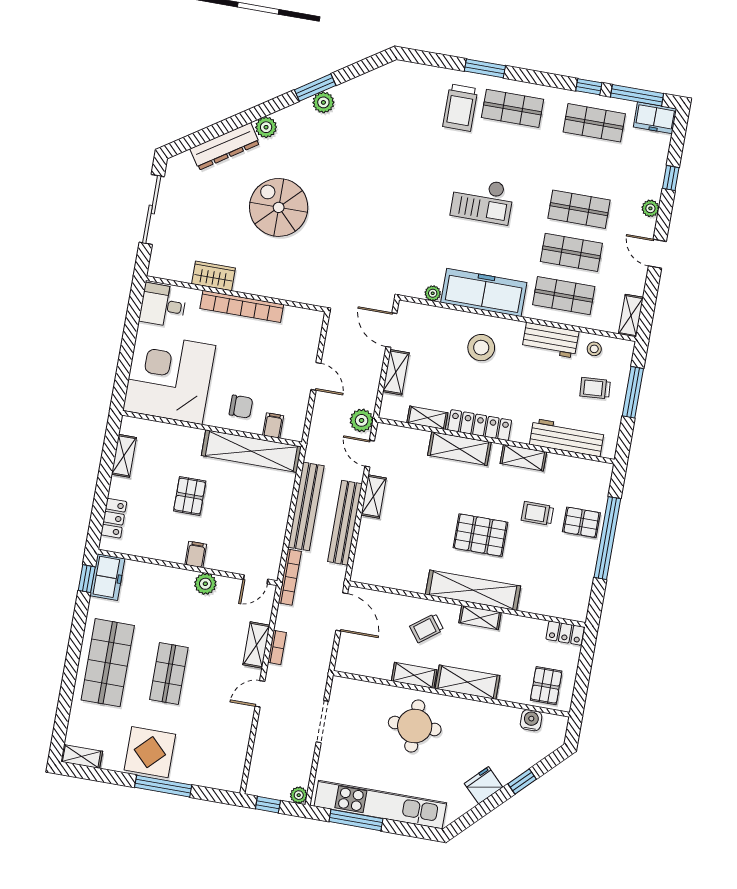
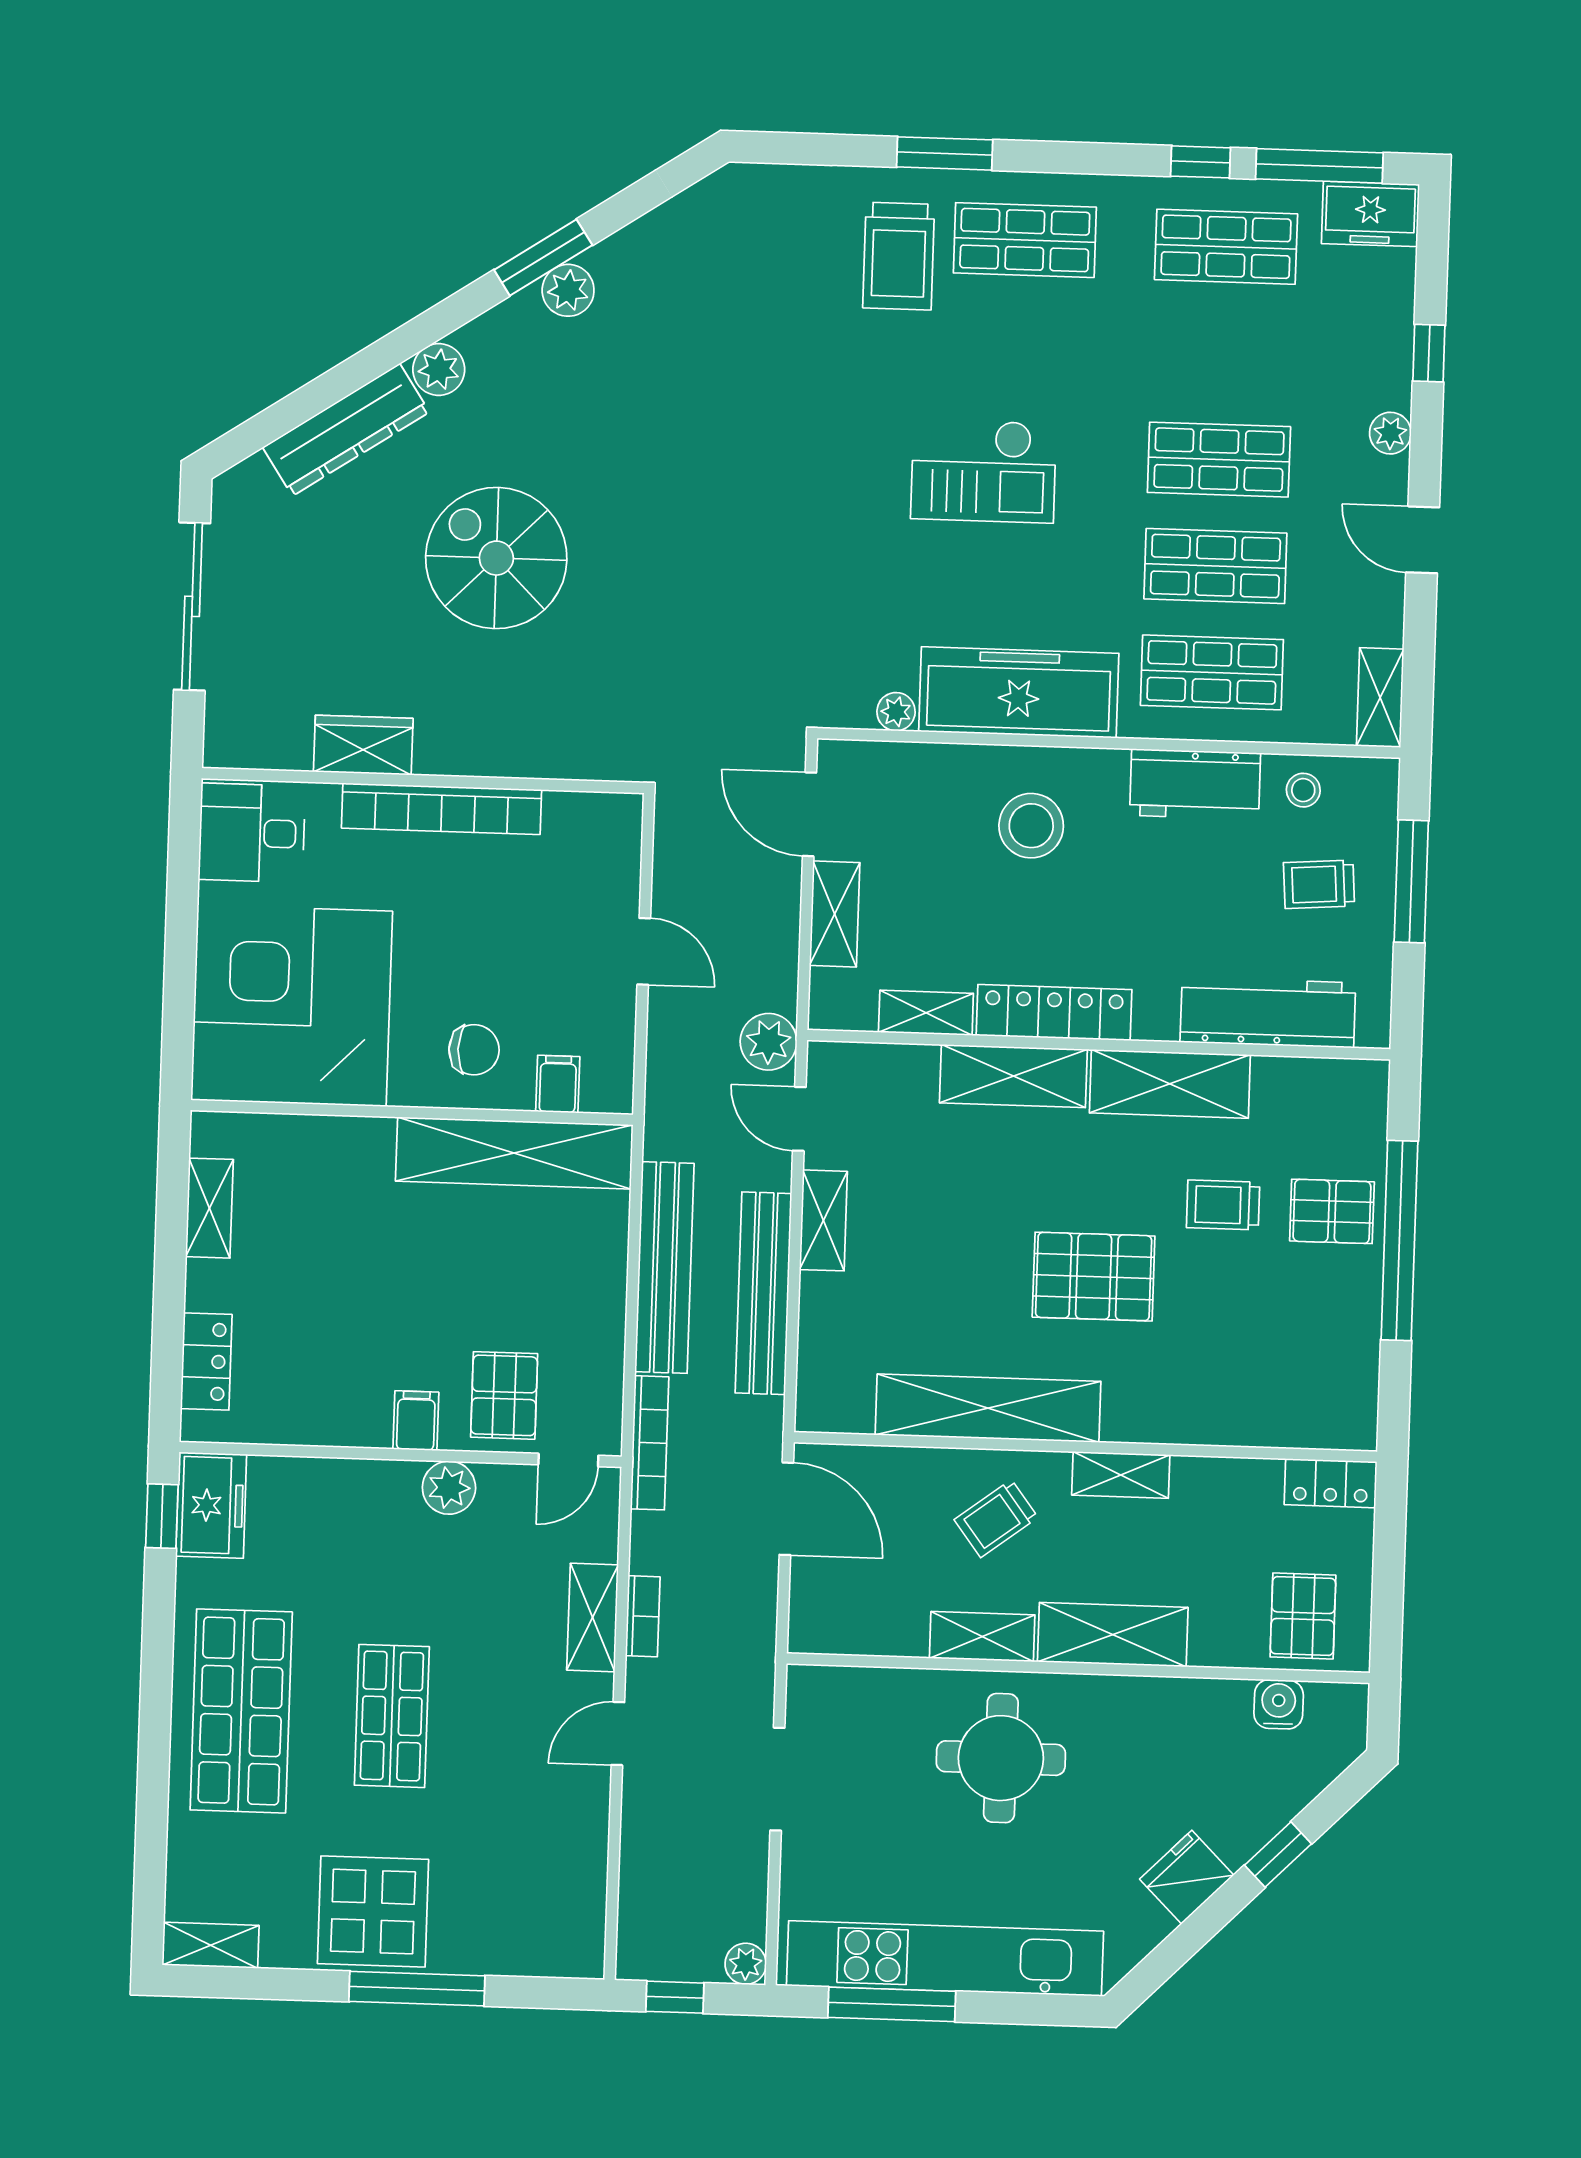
shelving: (523, 458) -> (1170, 1084), width x1.50, depth x1.33
pallet: (190, 496) -> (504, 1395), moved
shelving: (473, 590) -> (988, 1408), moved

